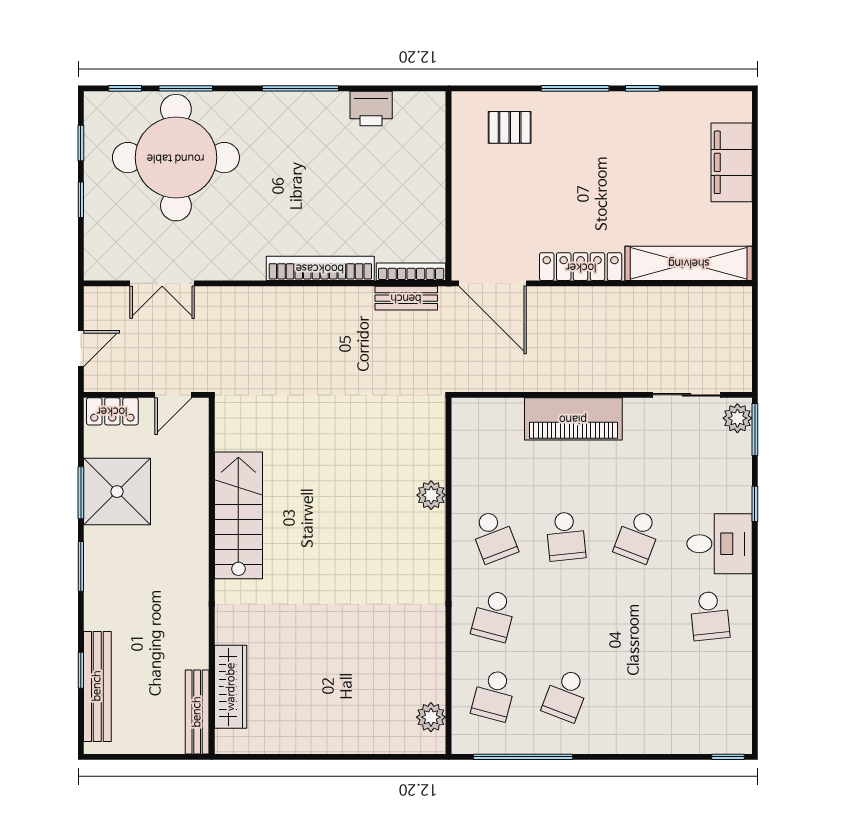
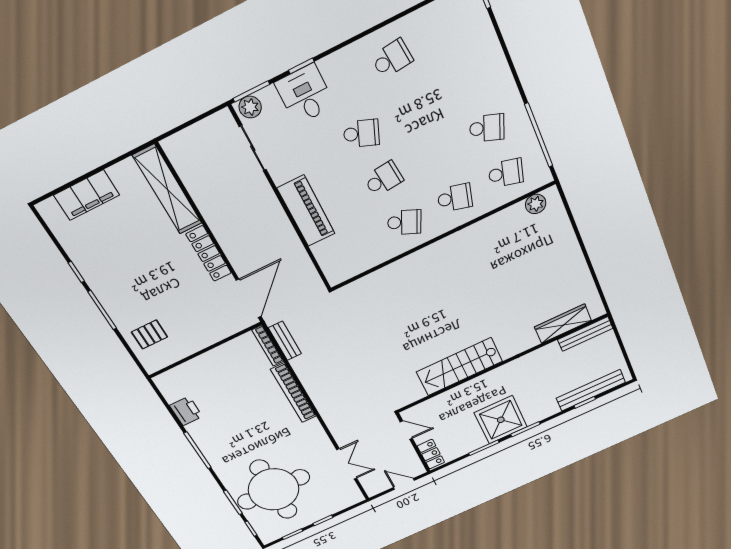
pallet: (510, 127) -> (149, 334), turned 90
shower: (117, 492) -> (501, 420), moved
plant: (431, 495) -> (396, 270), removed
school desk: (494, 536) -> (404, 222), turned 45
desk: (720, 544) -> (305, 94), moved

